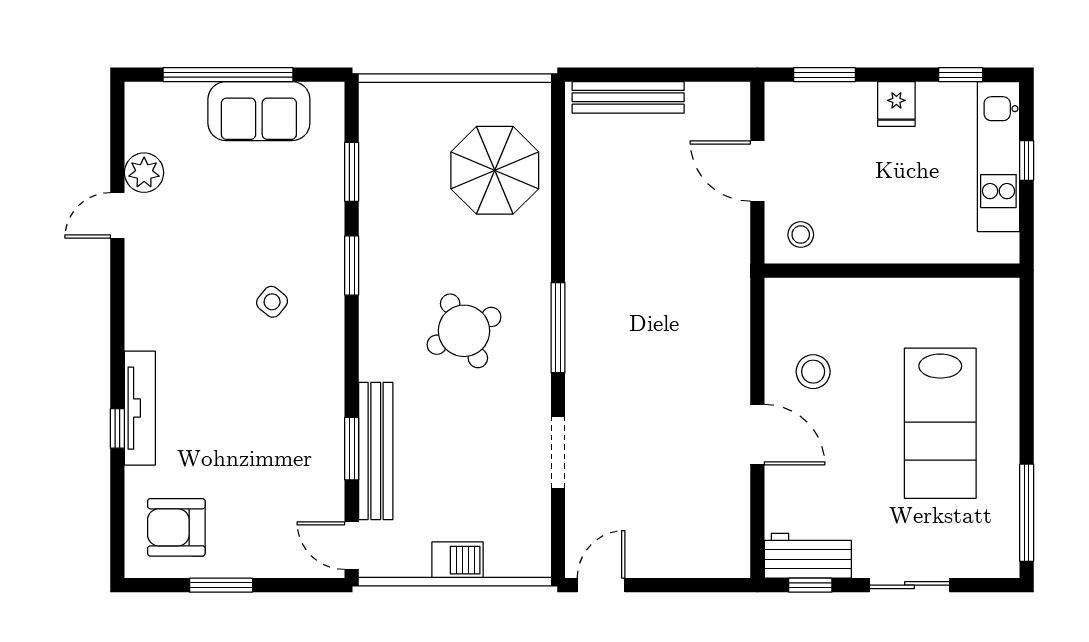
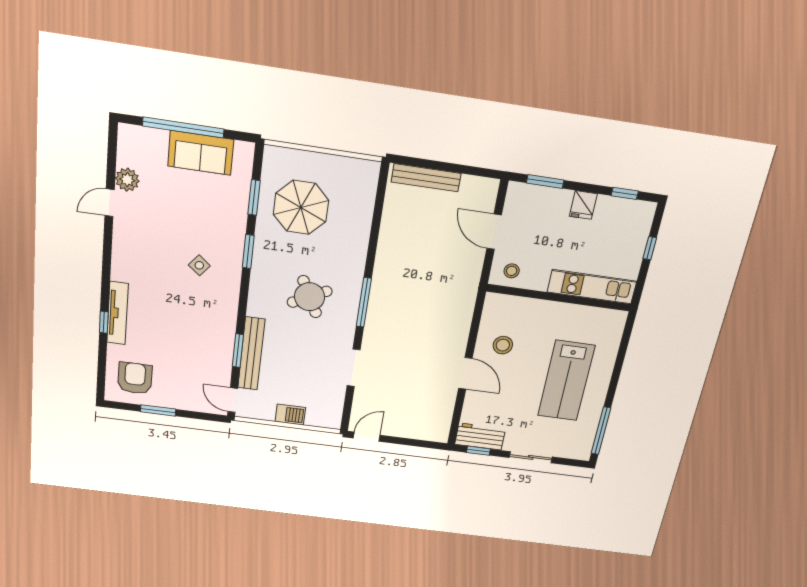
kitchen unit: (998, 157) -> (592, 287), moved, turned 90
parasol: (495, 170) -> (301, 207), moved
armchair: (176, 527) -> (135, 378), turned 90

